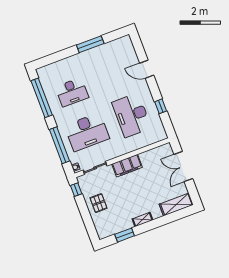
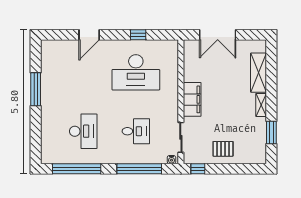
desk: (87, 132) -> (136, 131), width x0.53, depth x0.77
shelving: (176, 205) -> (259, 73), moved

